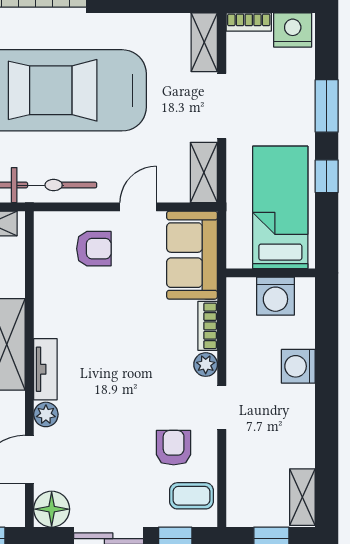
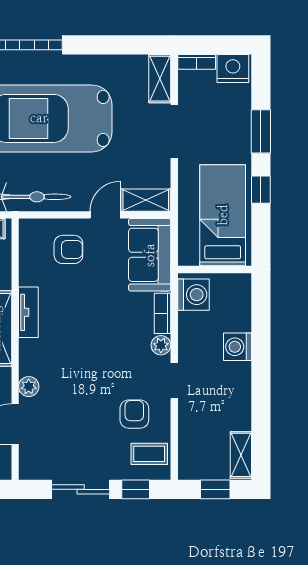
shelving: (204, 172) -> (146, 200), moved, turned 90
washing machine: (275, 296) -> (194, 295), moved, turned -90
tv unit: (45, 369) -> (28, 312), moved
floor lamp: (52, 509) -> (34, 465), removed

